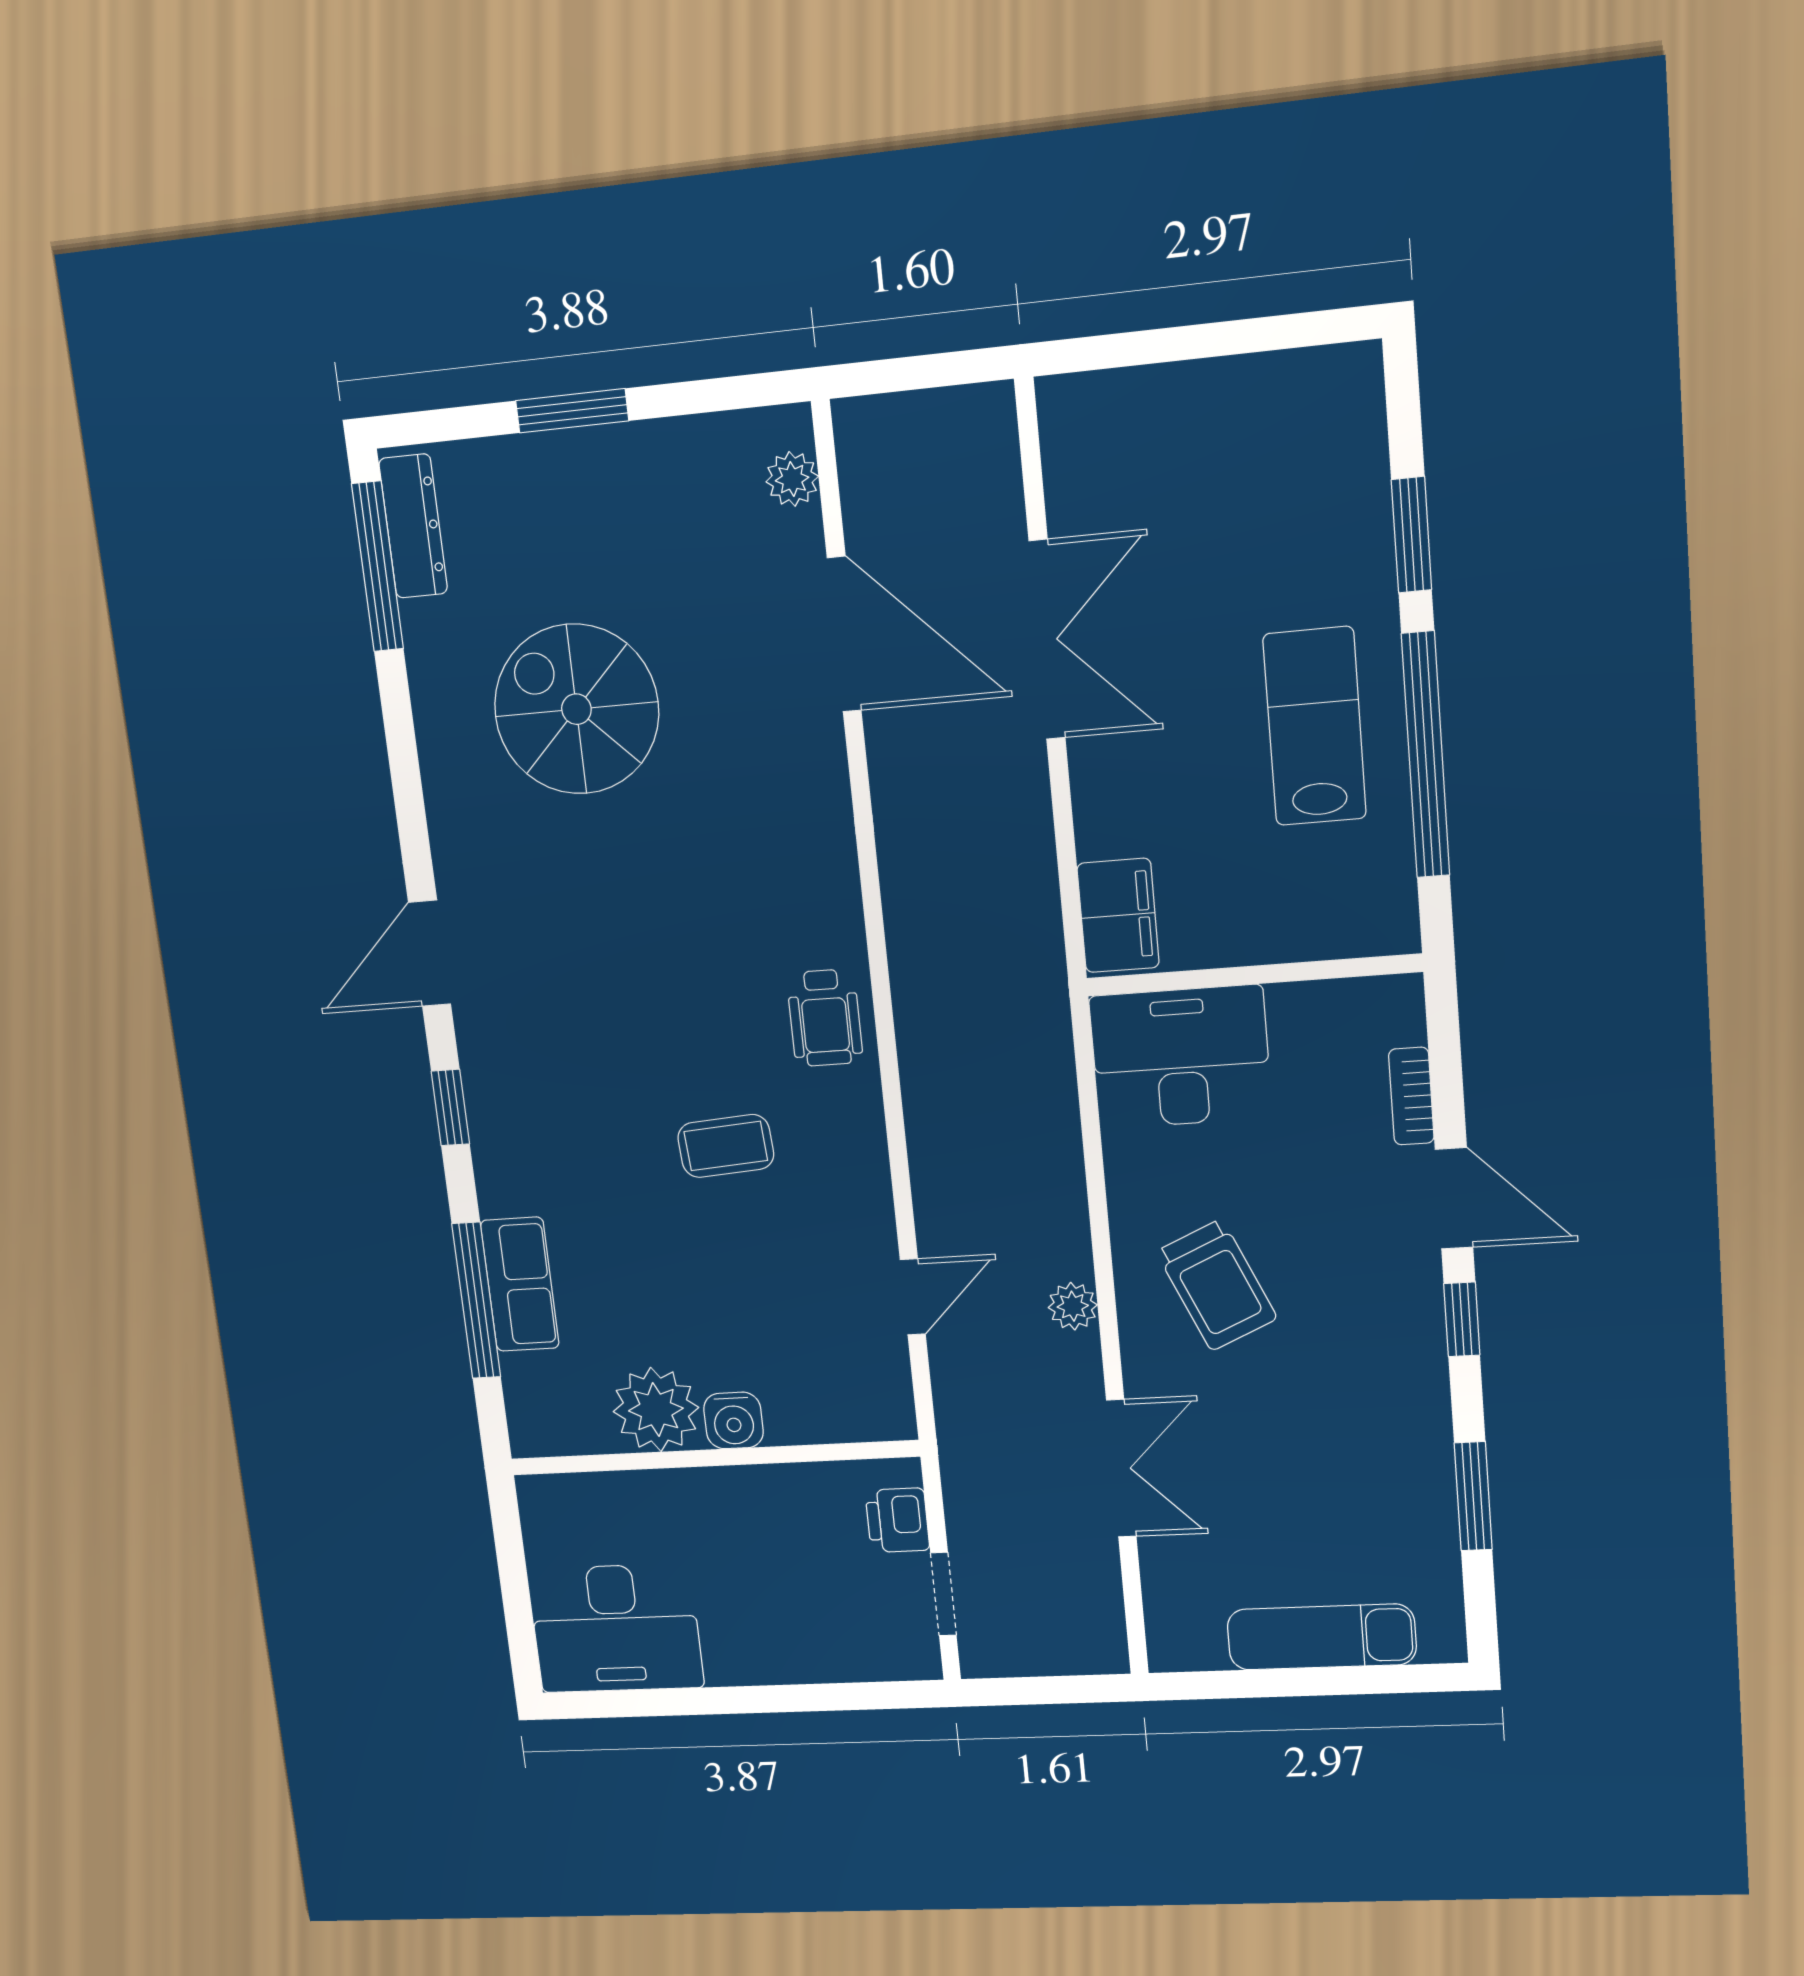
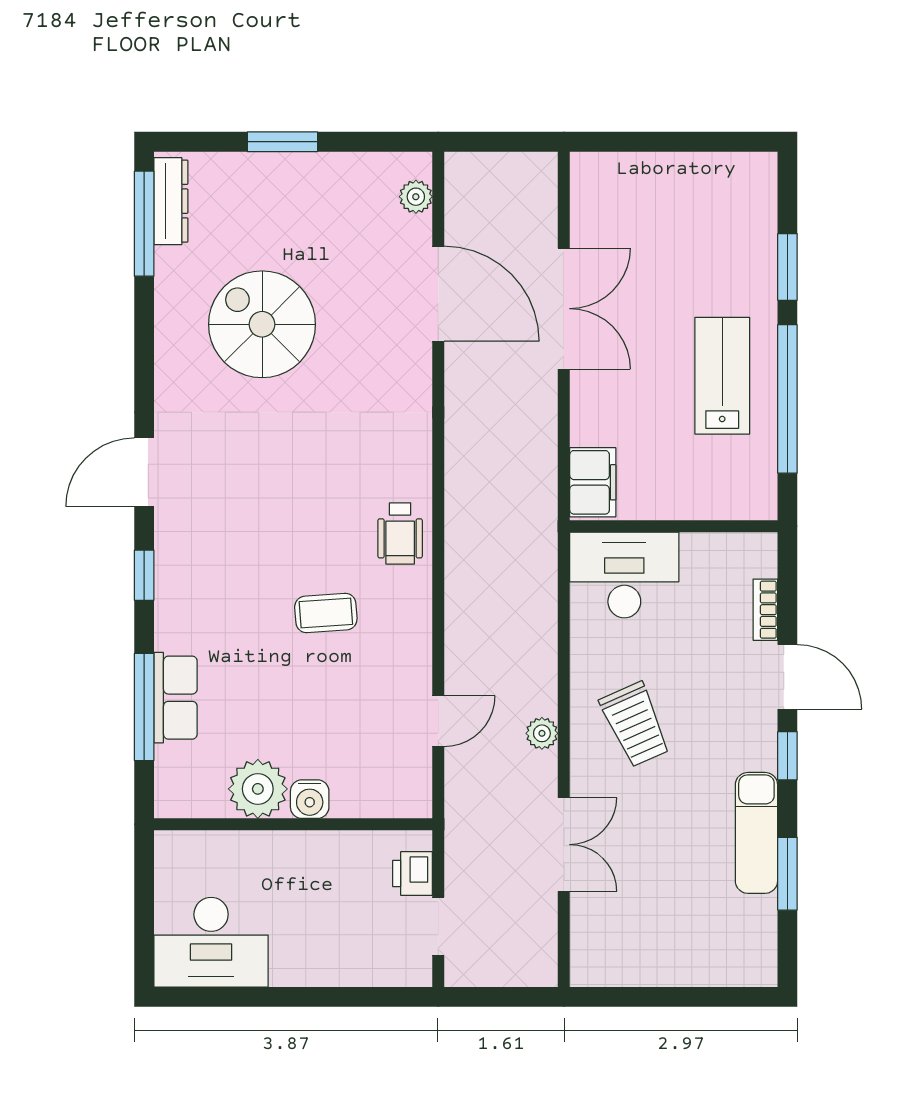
exam couch: (1322, 1637) -> (756, 833), moved, turned -90

